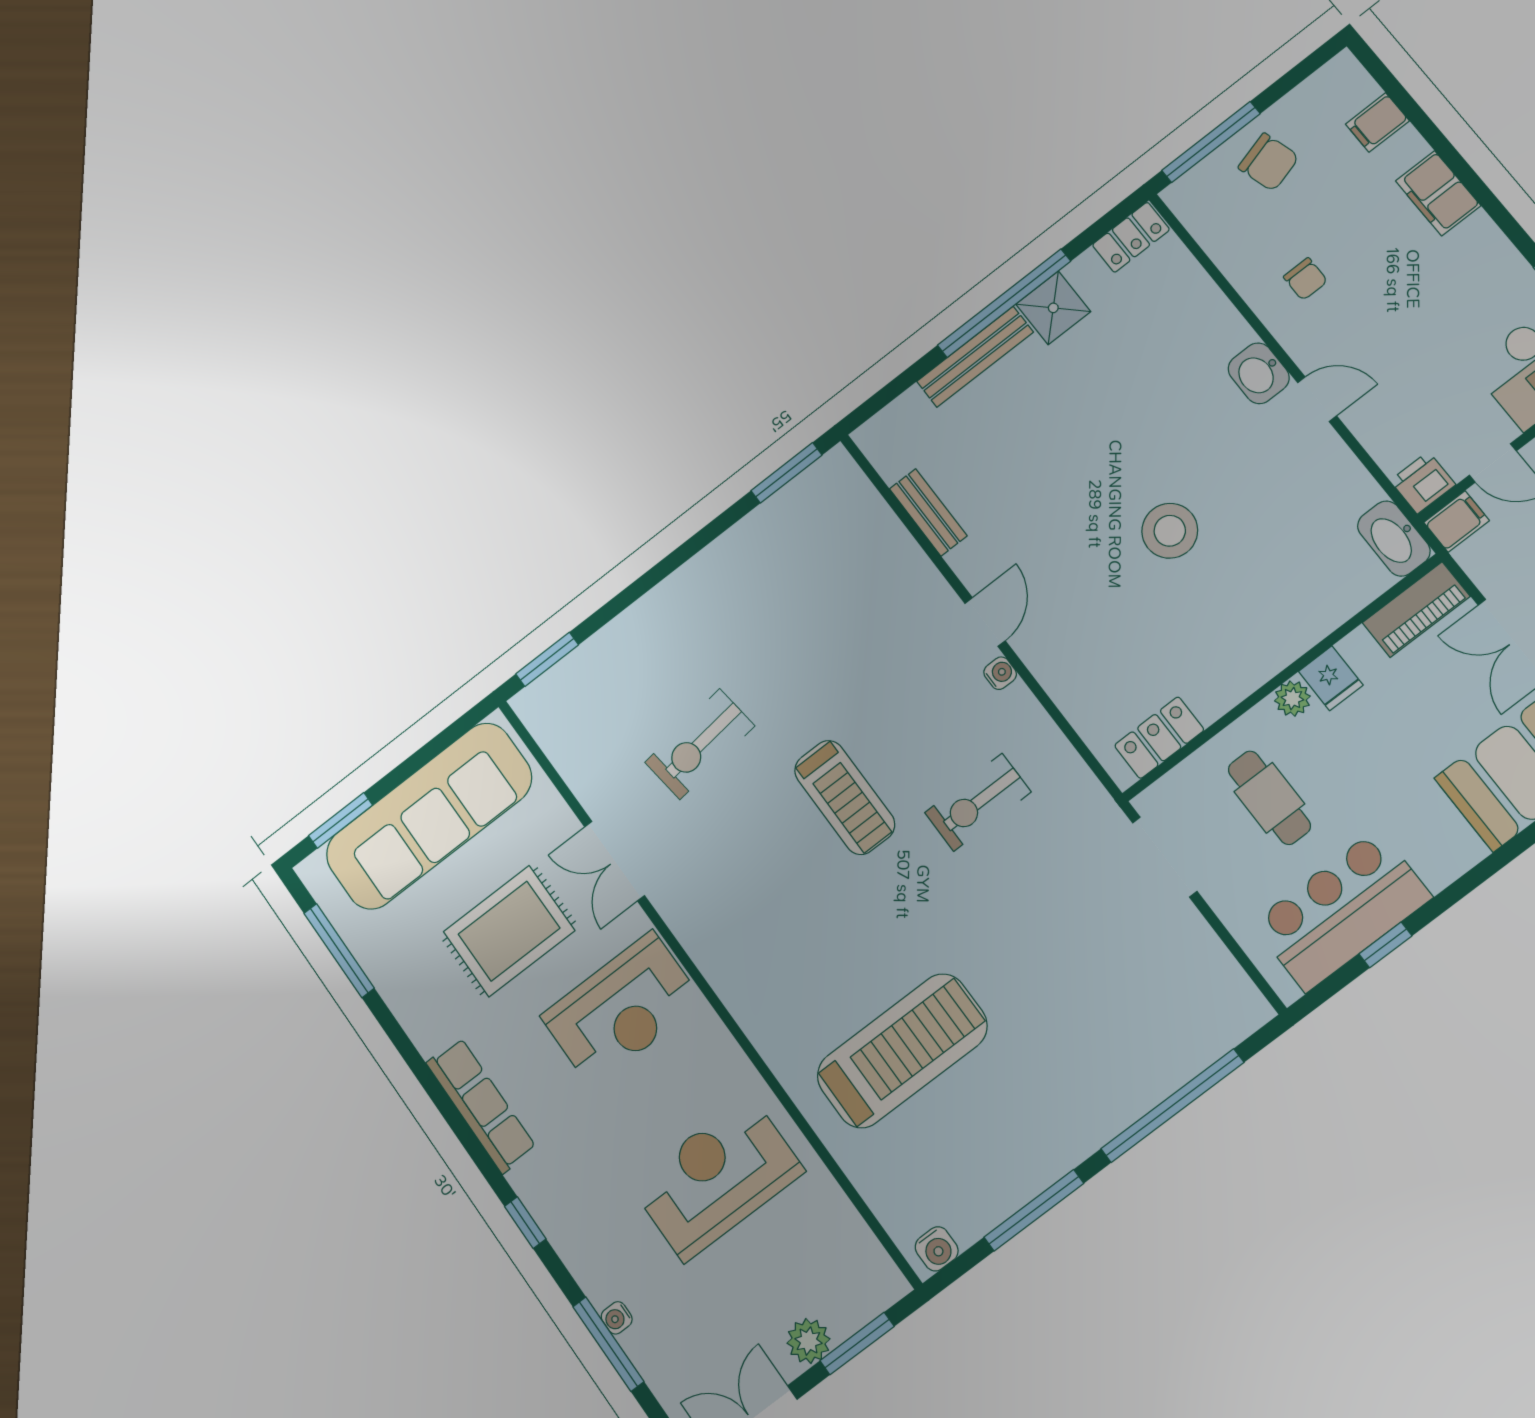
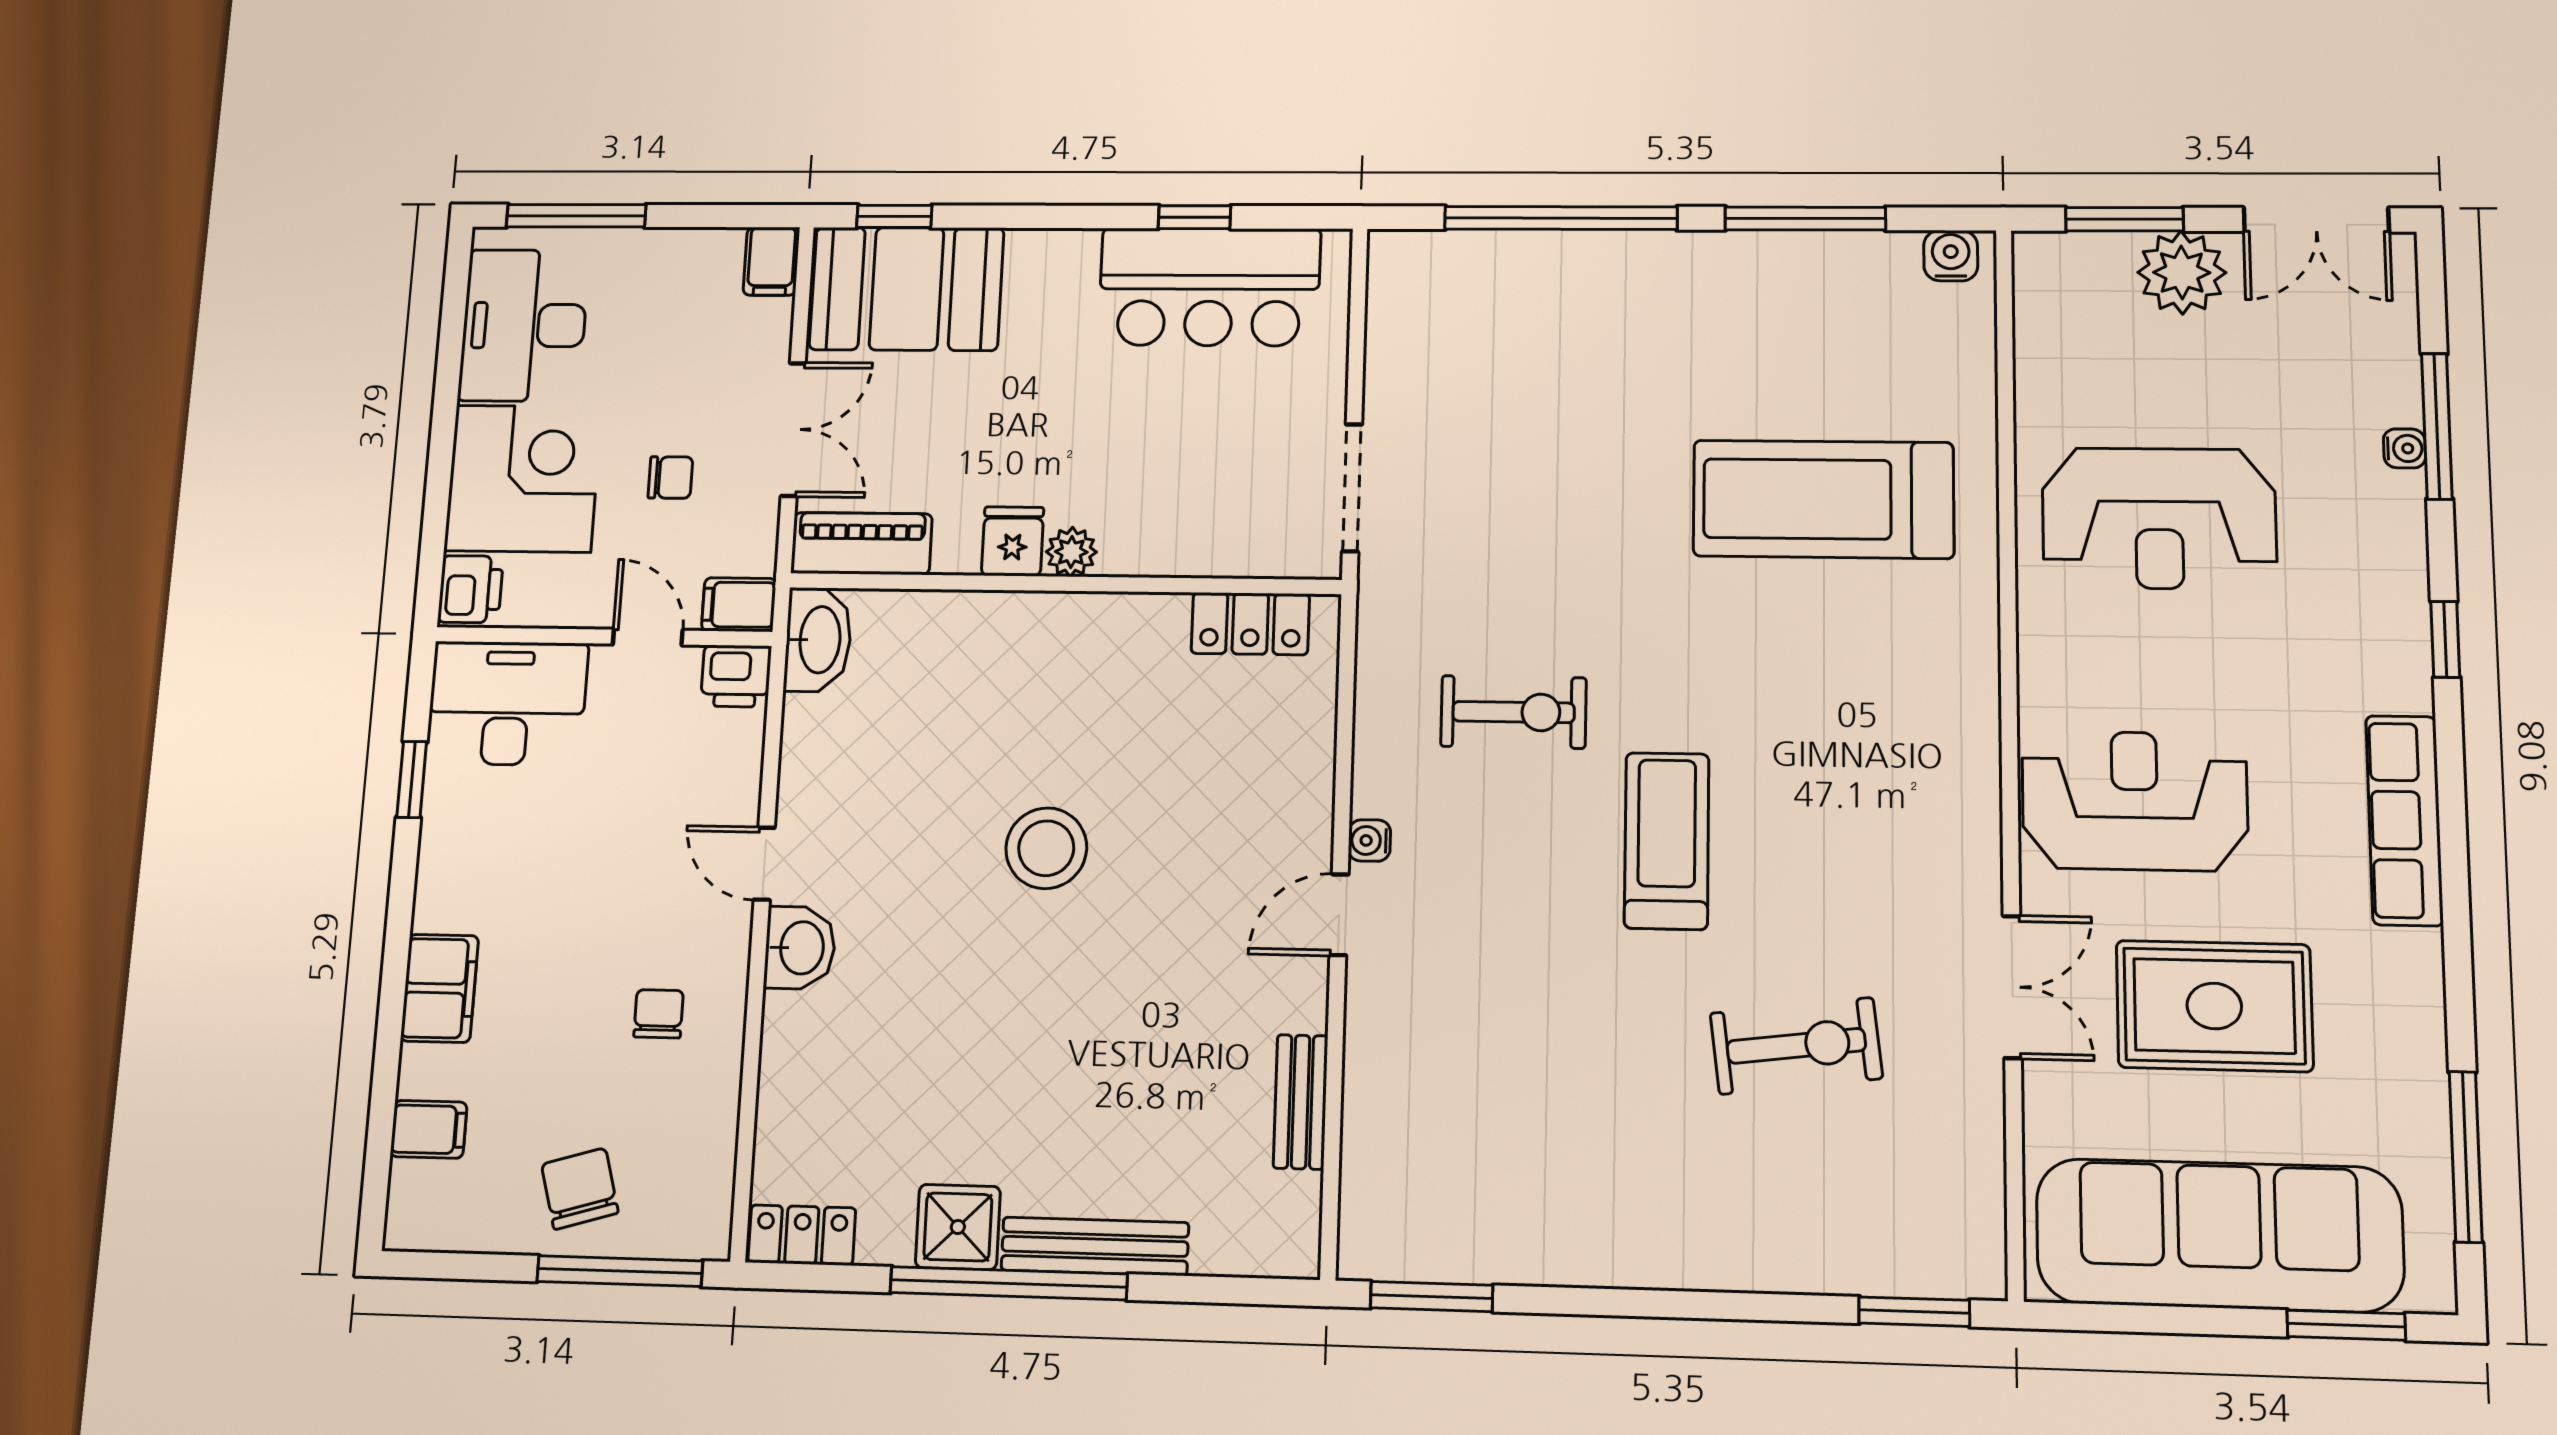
cafe table: (1269, 798) -> (1186, 464), removed
plant: (808, 1341) -> (2182, 273), width x1.36, depth x1.36

